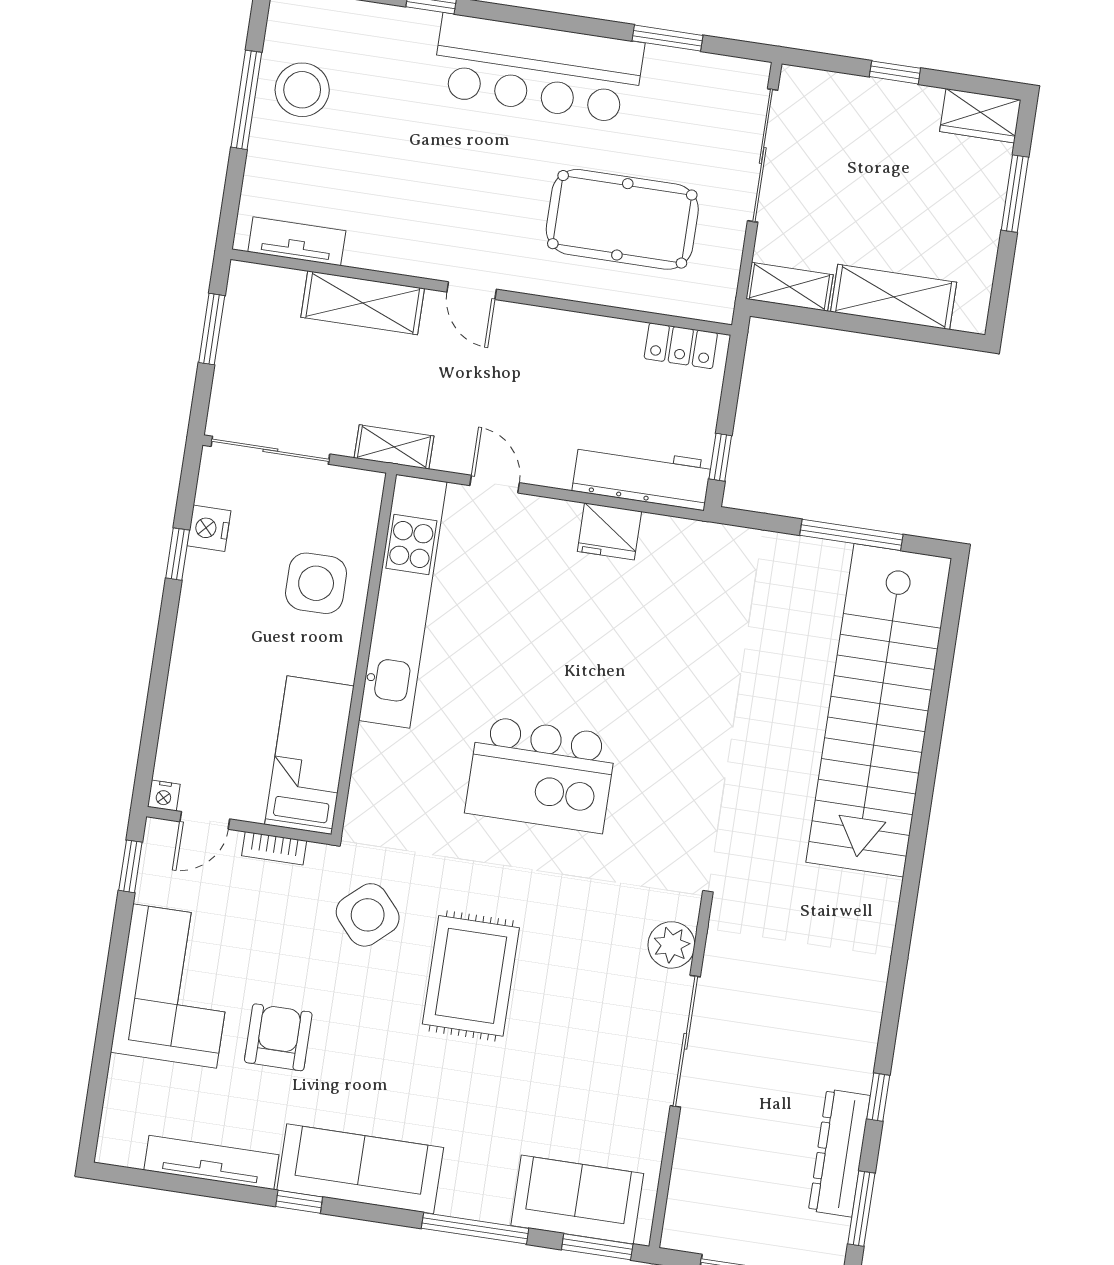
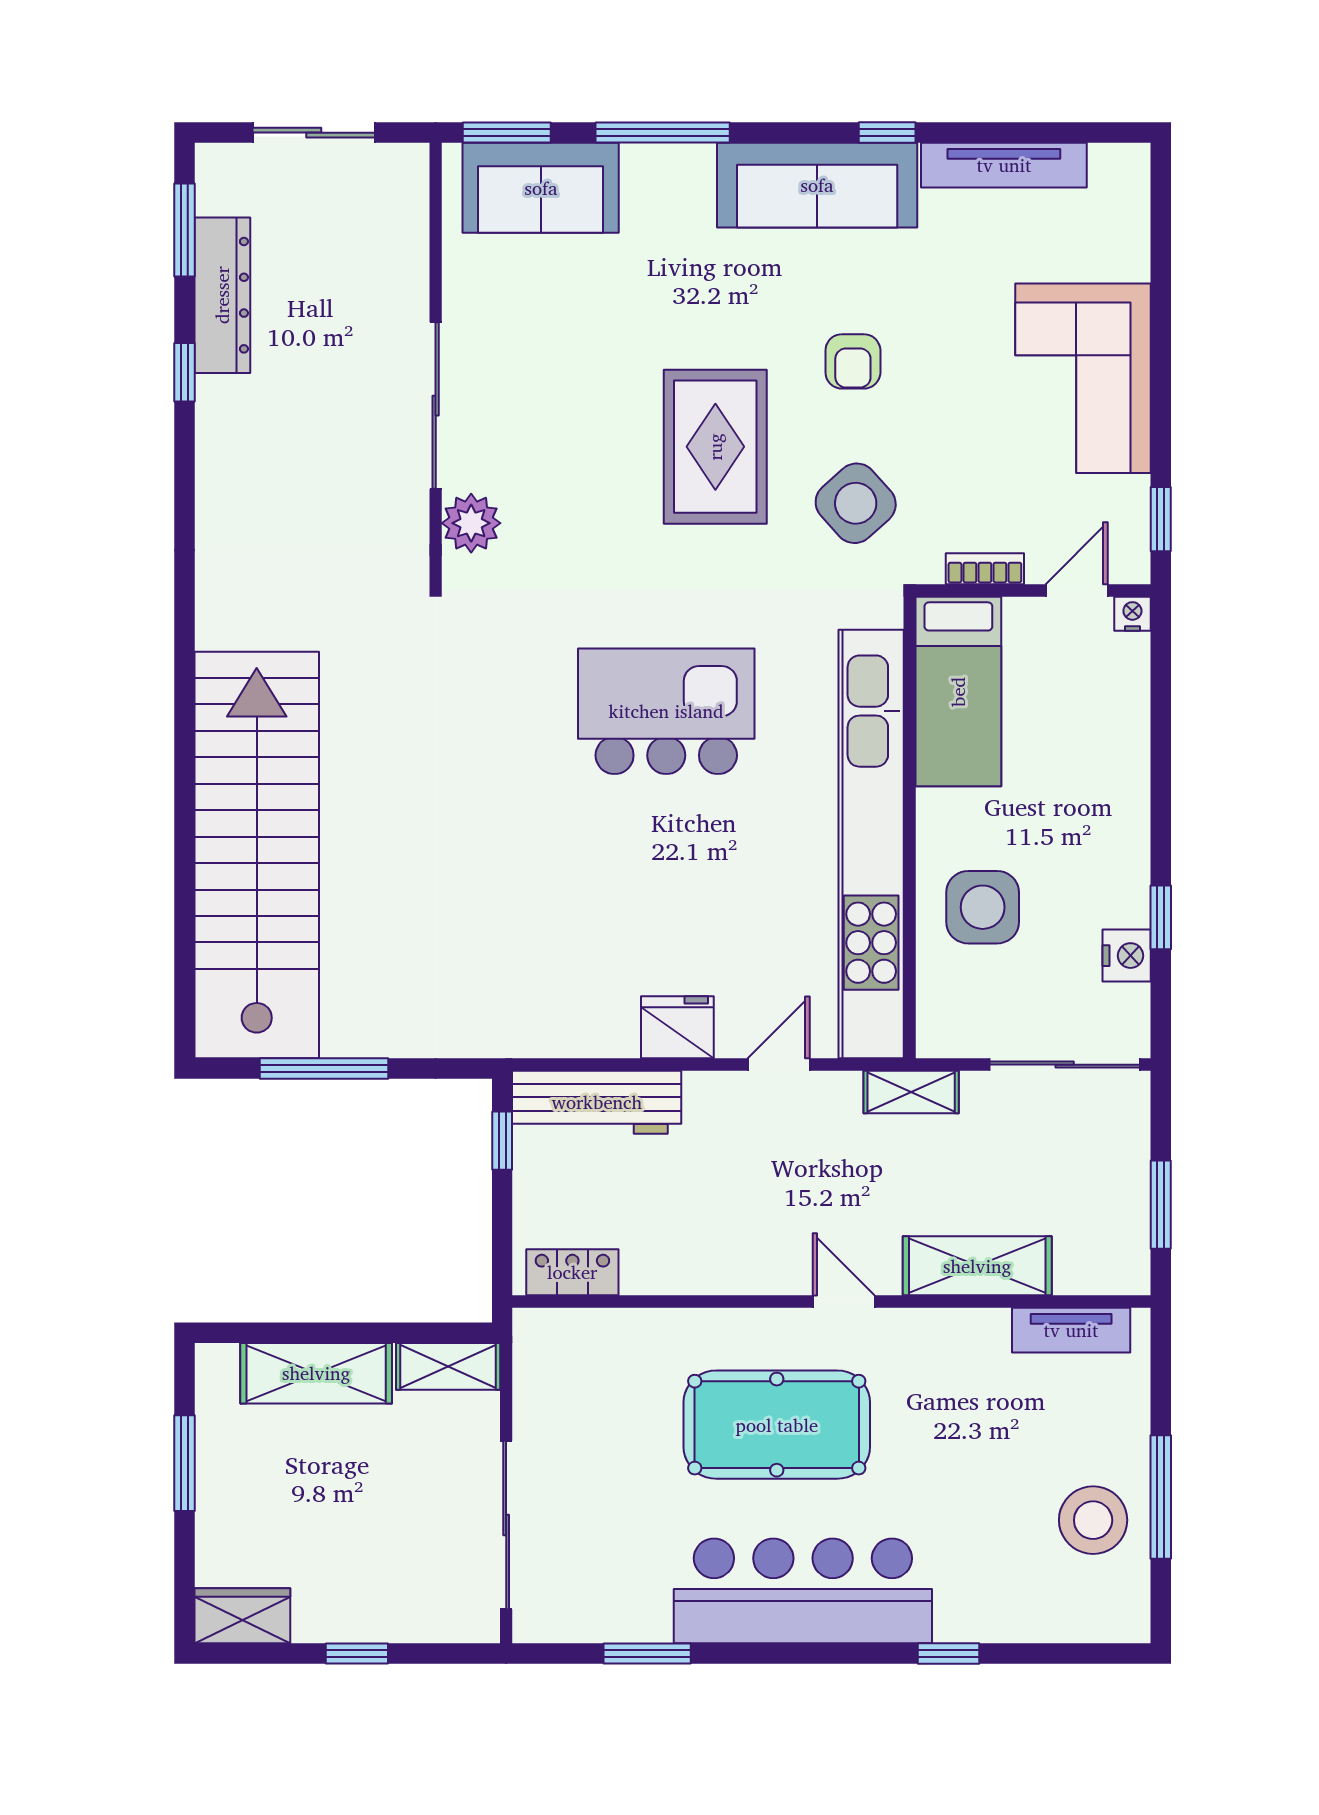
window: (1015, 194) -> (184, 1463), moved
pool table: (622, 219) -> (777, 1425), moved
door: (495, 484) -> (779, 1065), swing flipped
fridge: (609, 531) -> (677, 1027), moved
kitchen unit: (403, 601) -> (871, 844), width x1.36
armchair: (278, 1037) -> (853, 361), moved, width x0.72, depth x0.72

